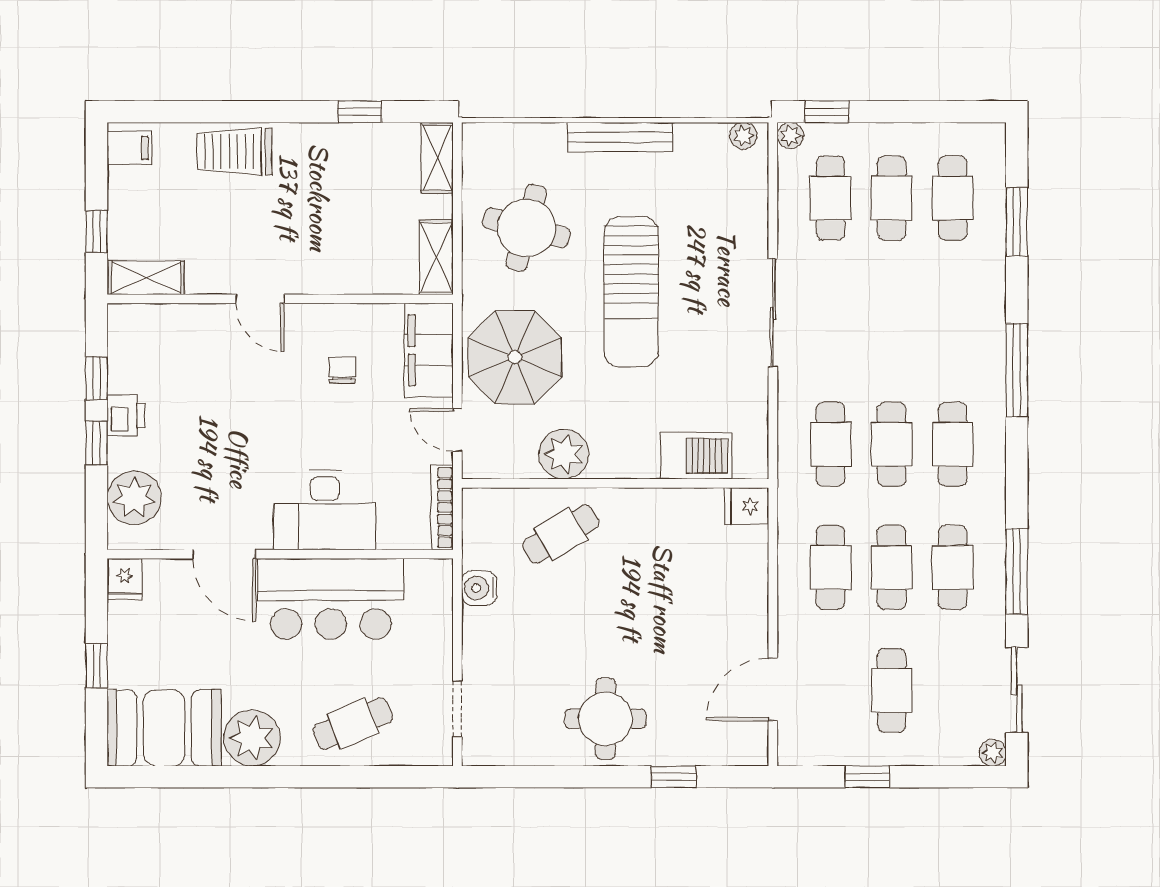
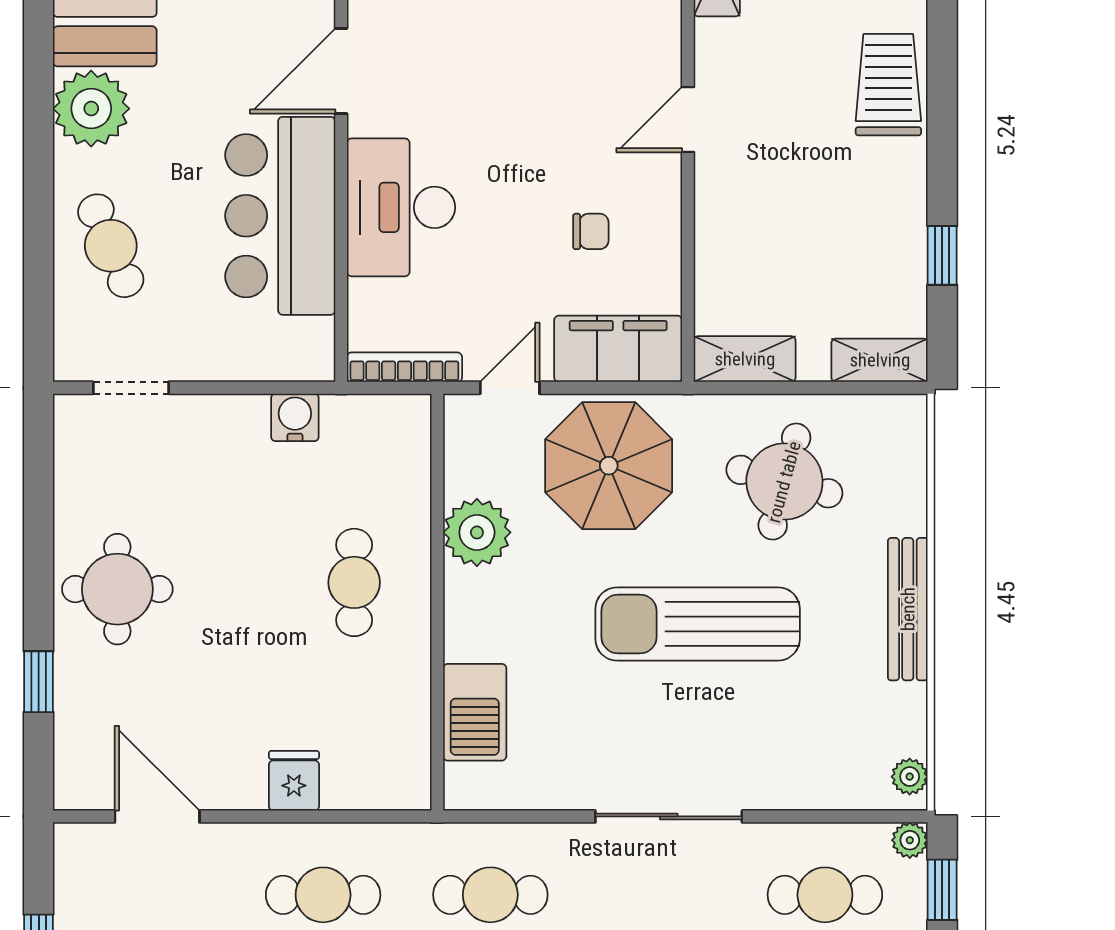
fridge: (747, 506) -> (294, 781), moved
cafe table: (561, 534) -> (354, 582), moved, turned 31

